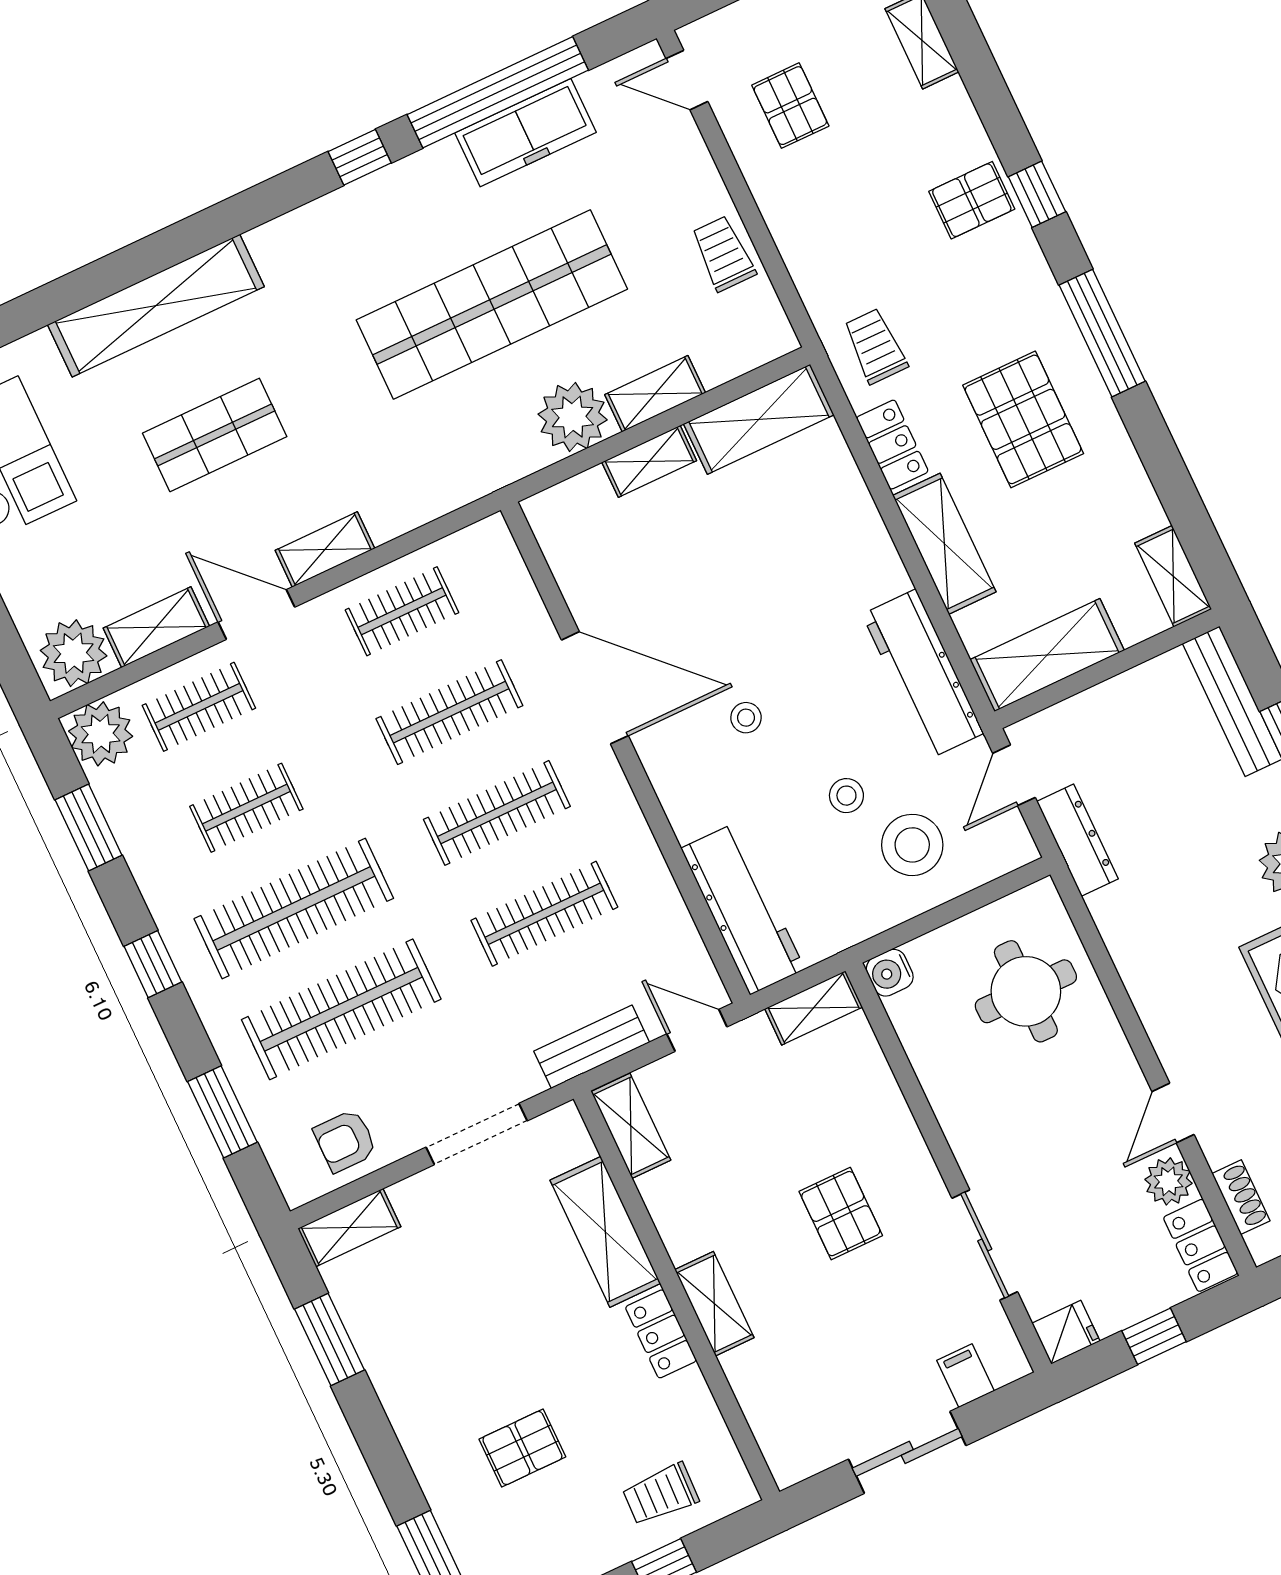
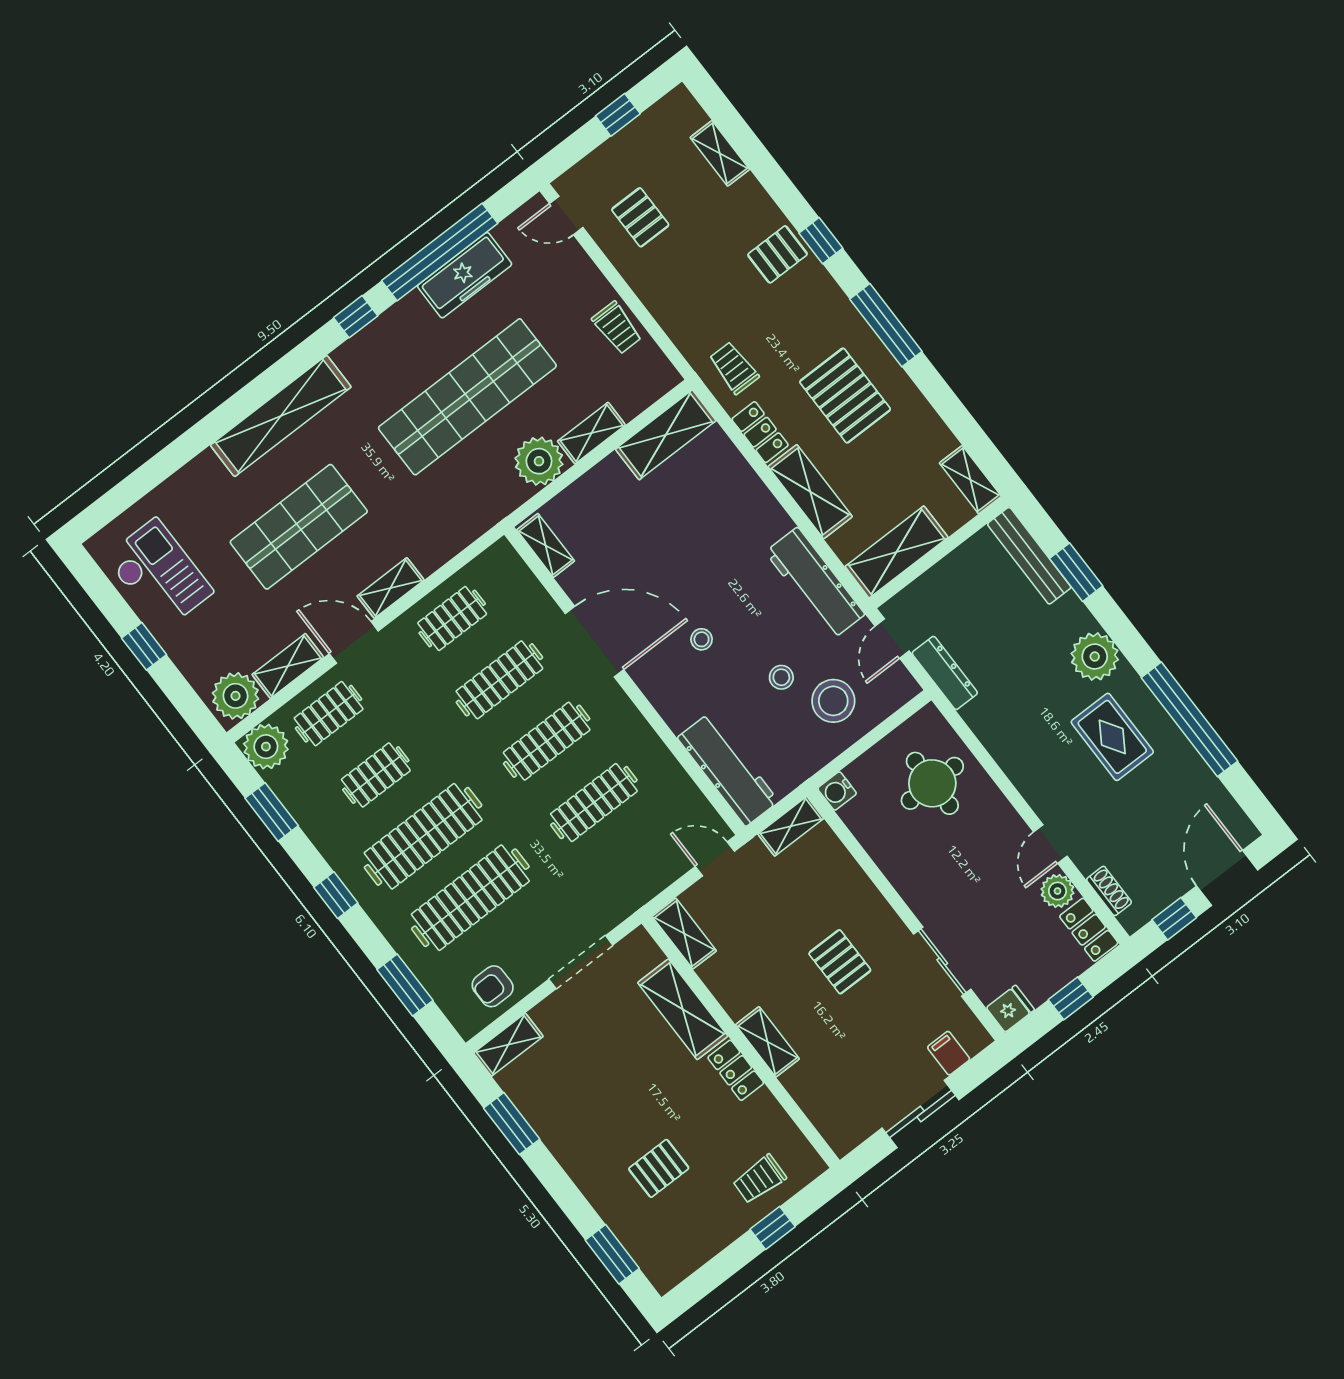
trolley: (723, 254) -> (617, 328), turned 180
shelving: (156, 306) -> (281, 416), moved
shop shelf: (215, 435) -> (299, 527), width x1.43, depth x1.36
shelving: (649, 461) -> (546, 545), moved, turned 90
bench: (592, 1047) -> (646, 886), removed

